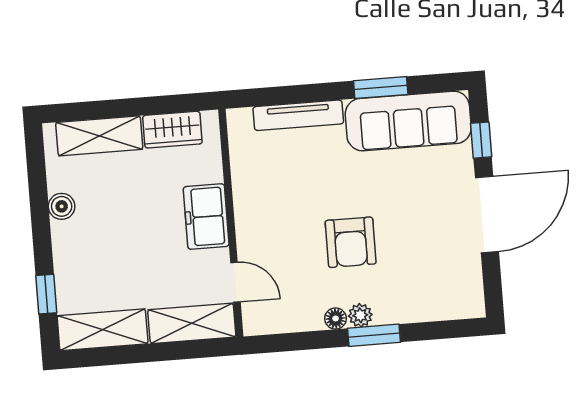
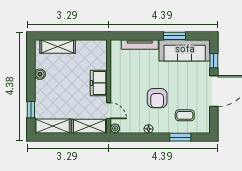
wardrobe: (172, 130) -> (88, 46), removed
coffee table: (421, 279) -> (185, 115), added
plant: (360, 315) -> (115, 128), moved
window: (374, 335) -> (180, 137), moved

